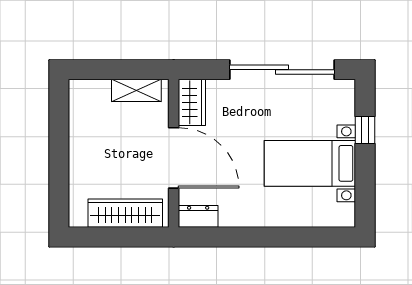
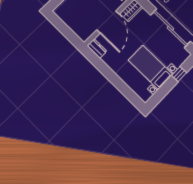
wardrobe: (125, 213) -> (75, 24), removed

